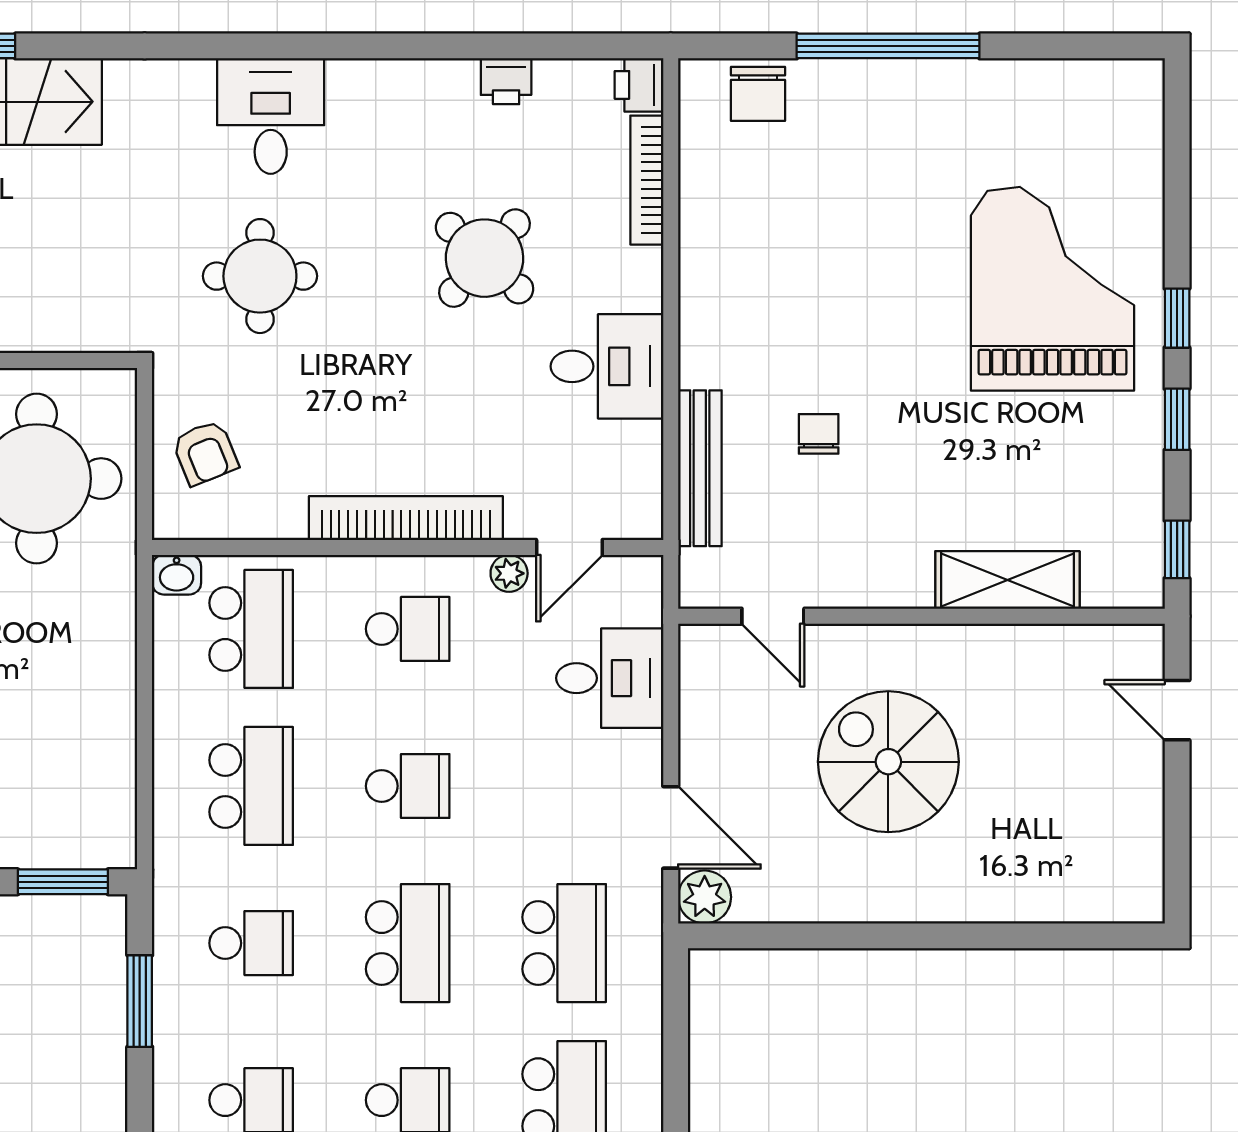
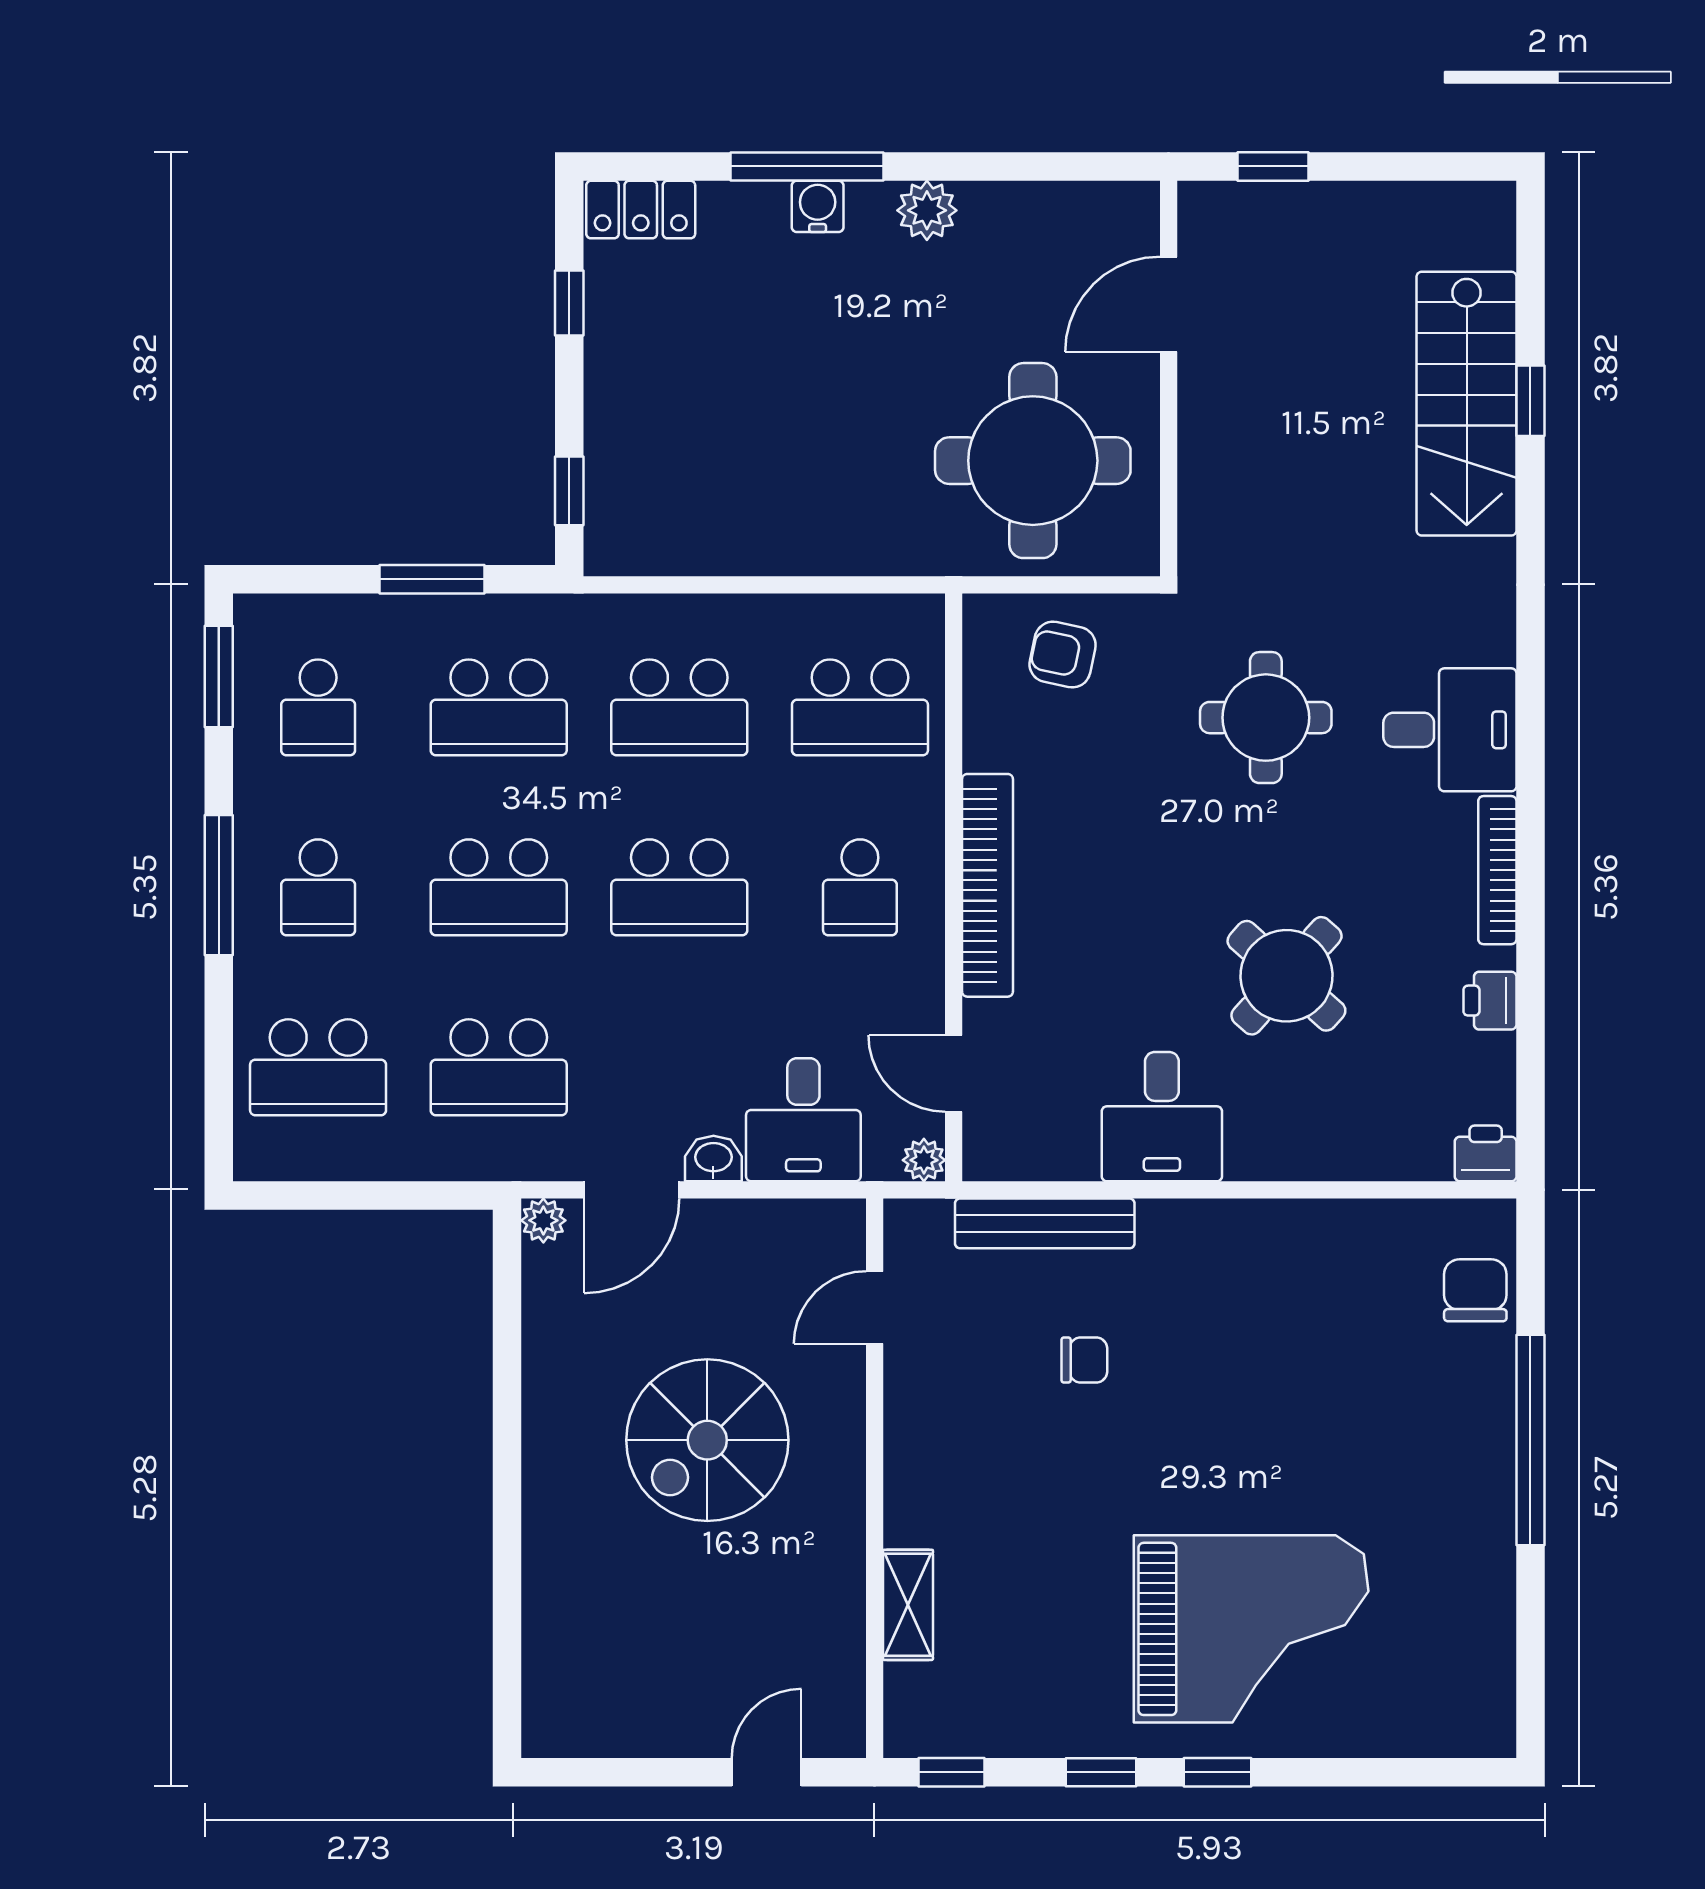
chair: (758, 94) -> (1475, 1290), turned 90
bookcase: (647, 180) -> (1497, 870), moved, turned -90
armchair: (205, 453) -> (1063, 655), turned 34
plant: (509, 573) -> (924, 1160), moved
washbasin: (177, 575) -> (713, 1159), moved, turned 90
shelving: (1007, 580) -> (908, 1605), width x0.67, depth x0.75
spiral stairs: (888, 762) -> (707, 1440), turned 180
school desk: (408, 786) -> (679, 887), width x1.85
window: (63, 882) -> (569, 491), width x0.67
plant: (705, 897) -> (543, 1220), width x0.73, depth x0.73
school desk: (251, 943) -> (499, 707), width x1.85

